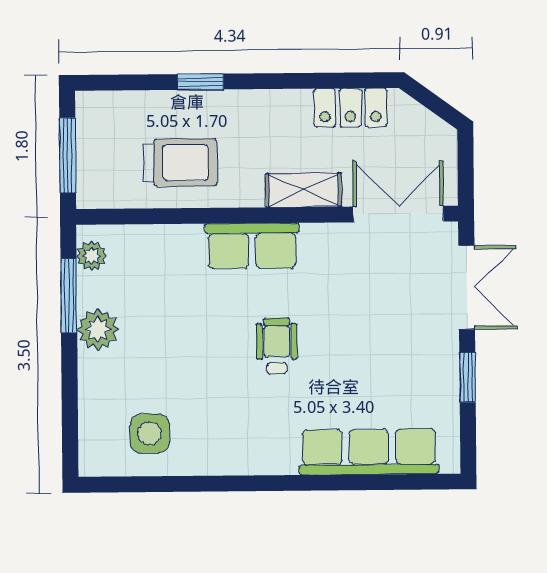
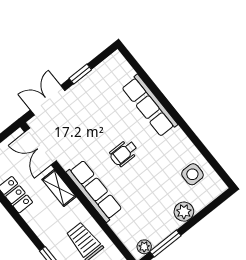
row of seats: (252, 246) -> (94, 191), width x1.48
plant: (98, 329) -> (184, 212), moved
row of seats: (369, 452) -> (150, 106), moved

